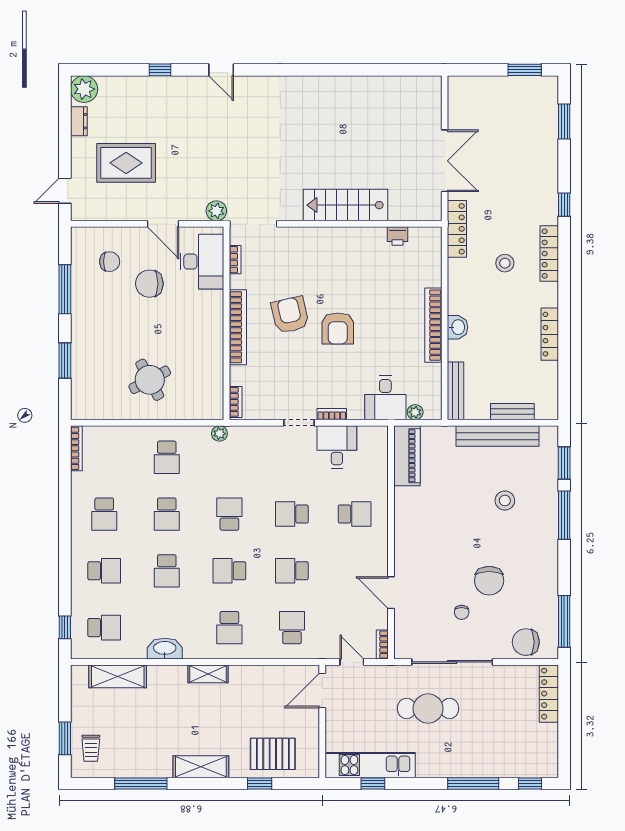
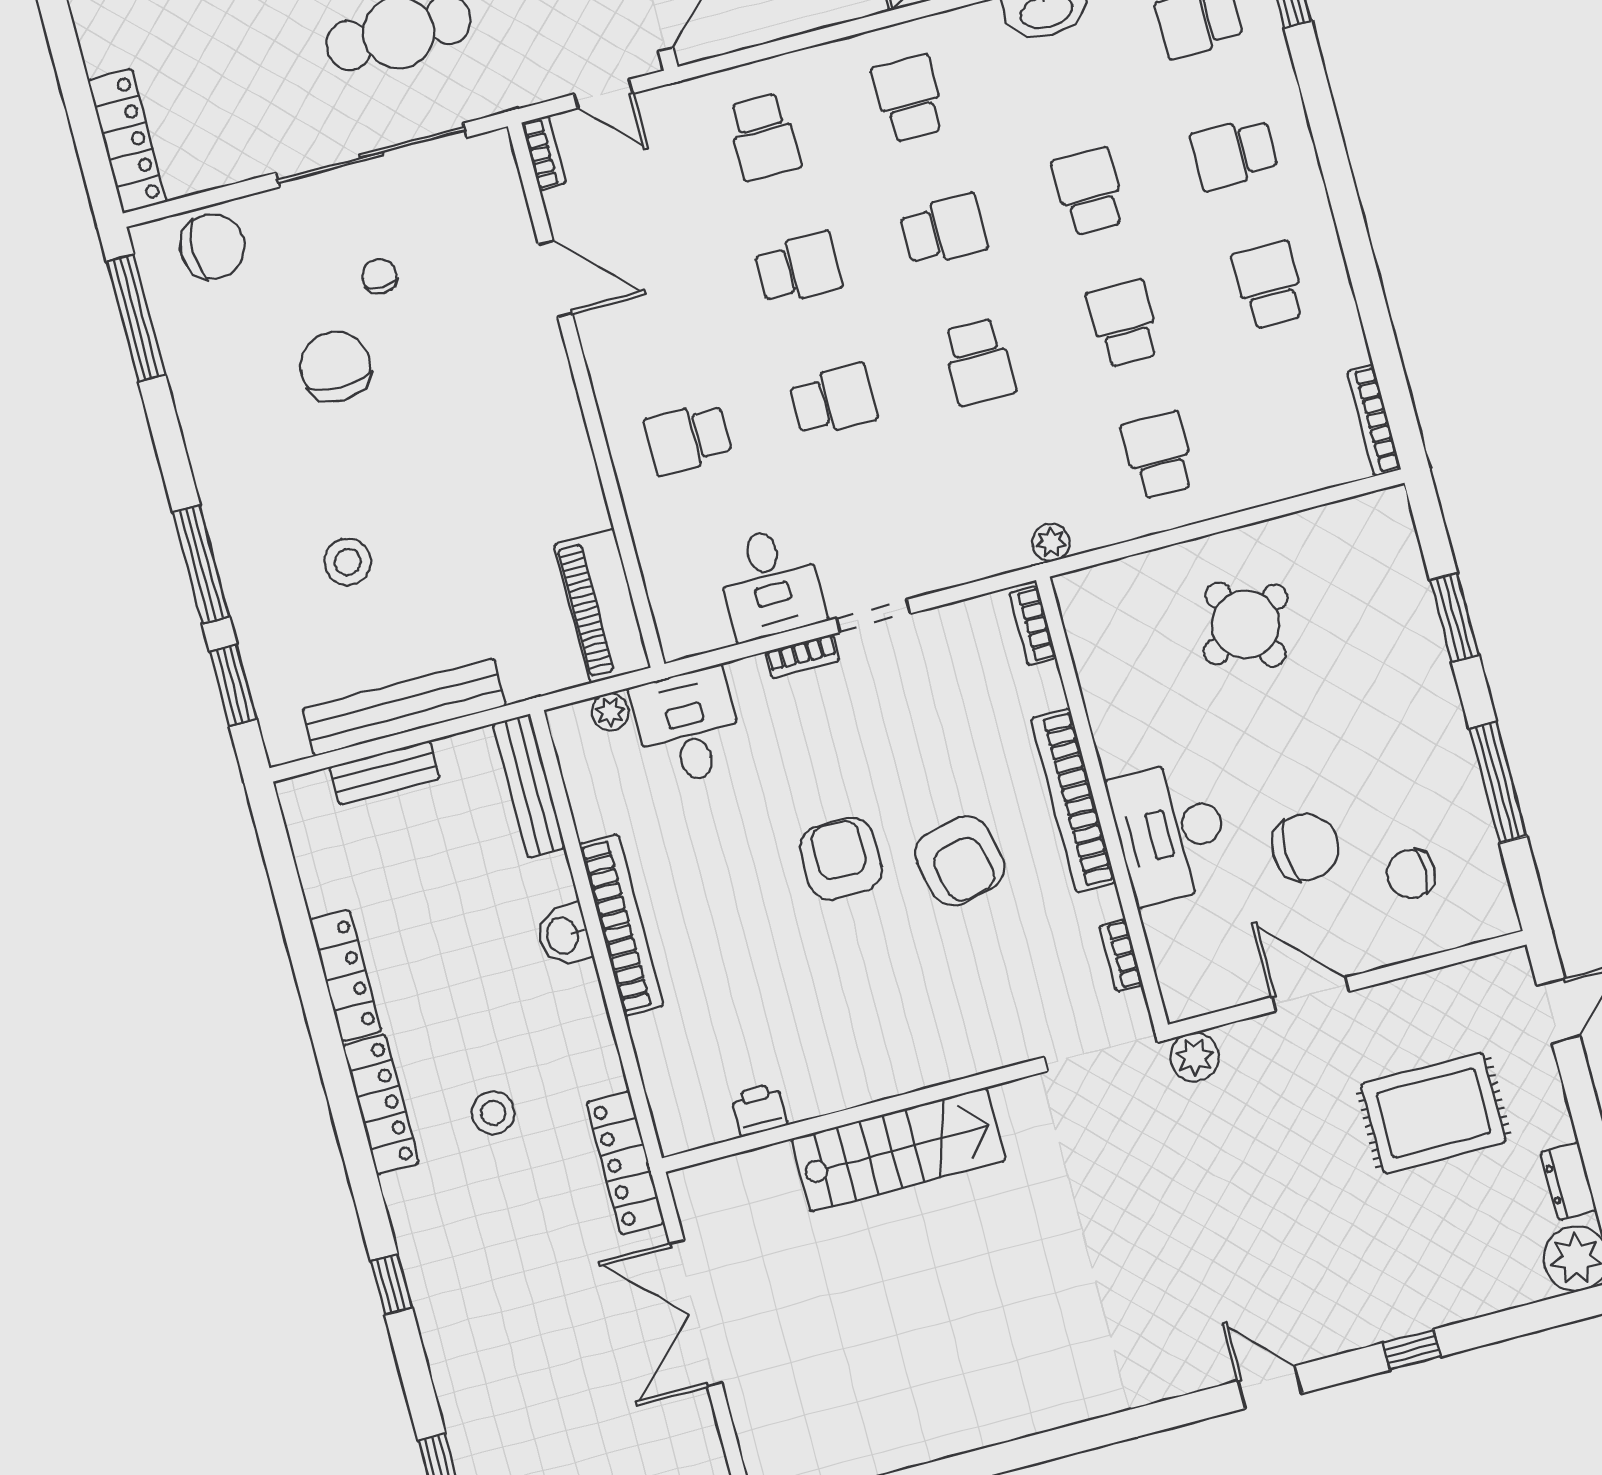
locker: (549, 254) -> (381, 1104), moved
desk: (202, 262) -> (1170, 832), moved

